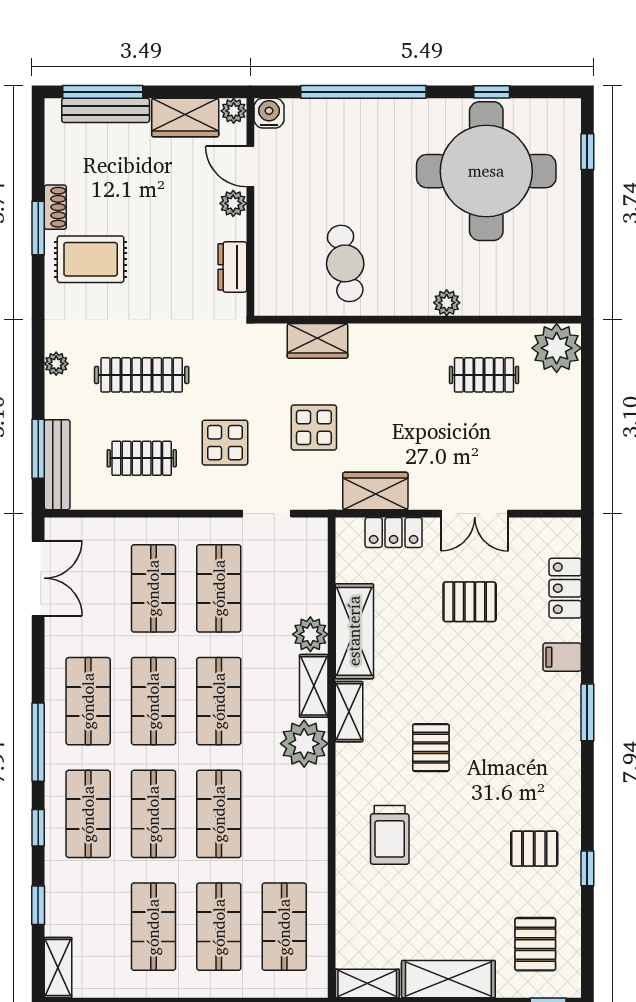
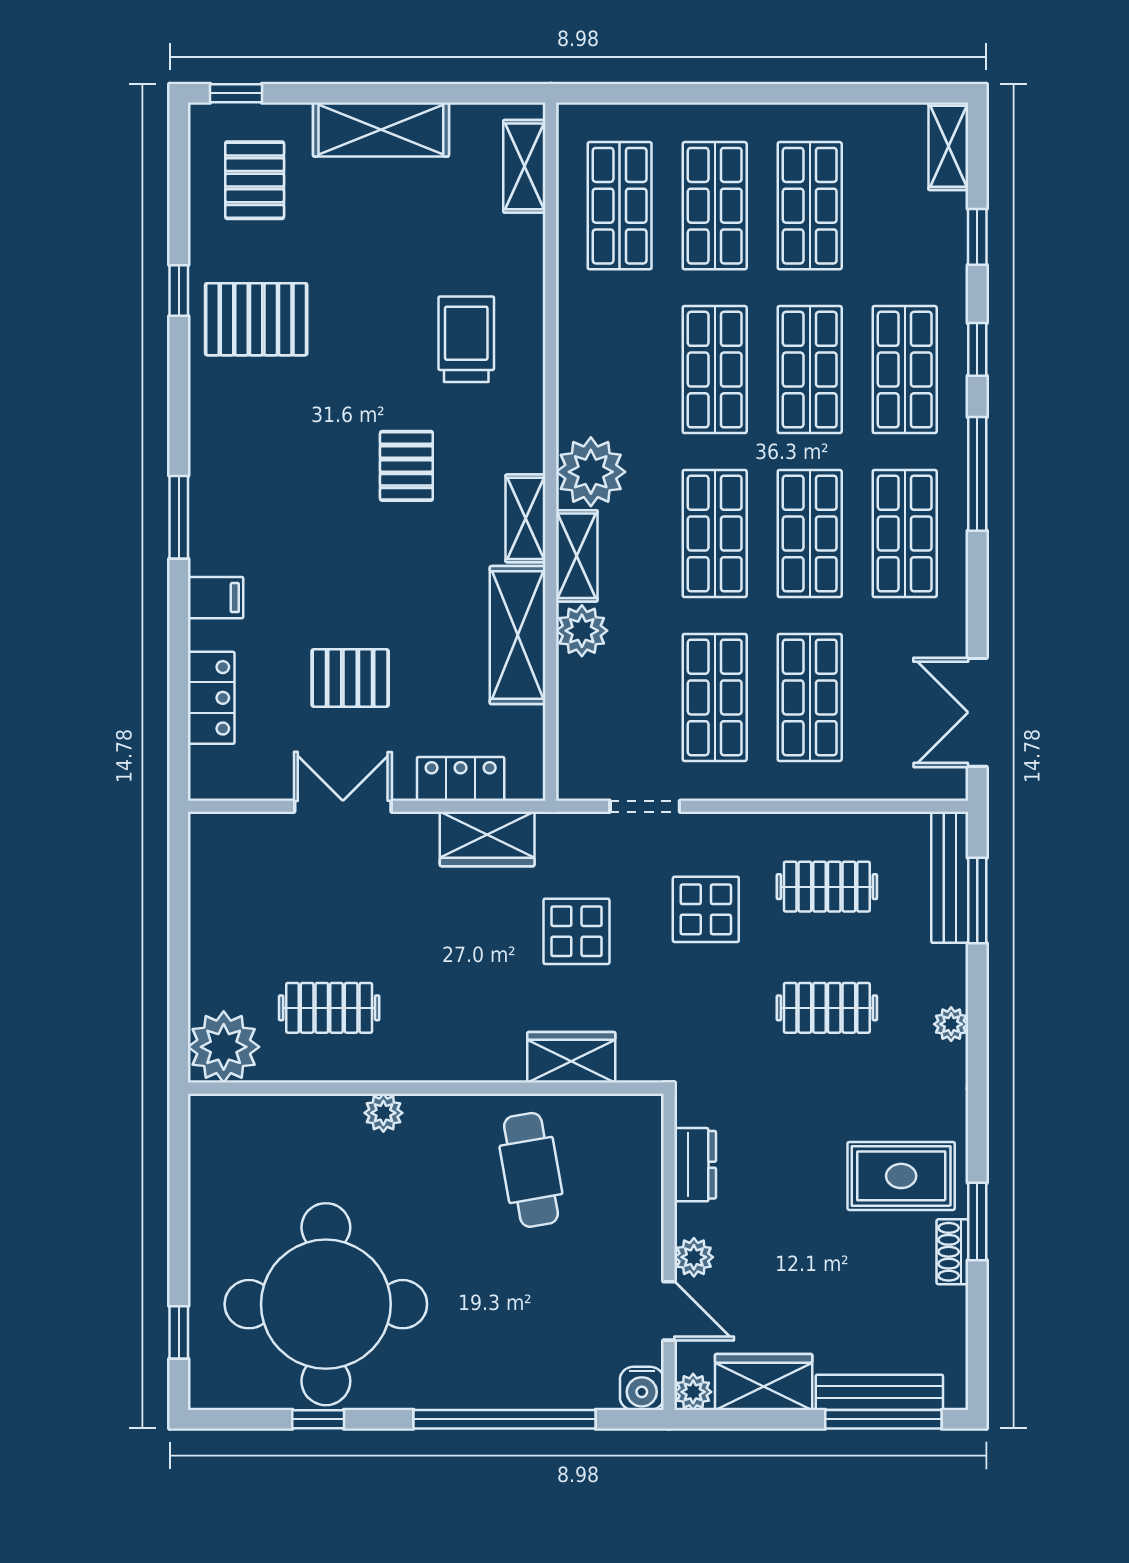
clothes rail: (142, 375) -> (827, 1008), width x0.73
pallet: (534, 849) -> (256, 319), width x1.50, depth x1.42
shelving: (367, 983) -> (524, 166), moved, turned 90

